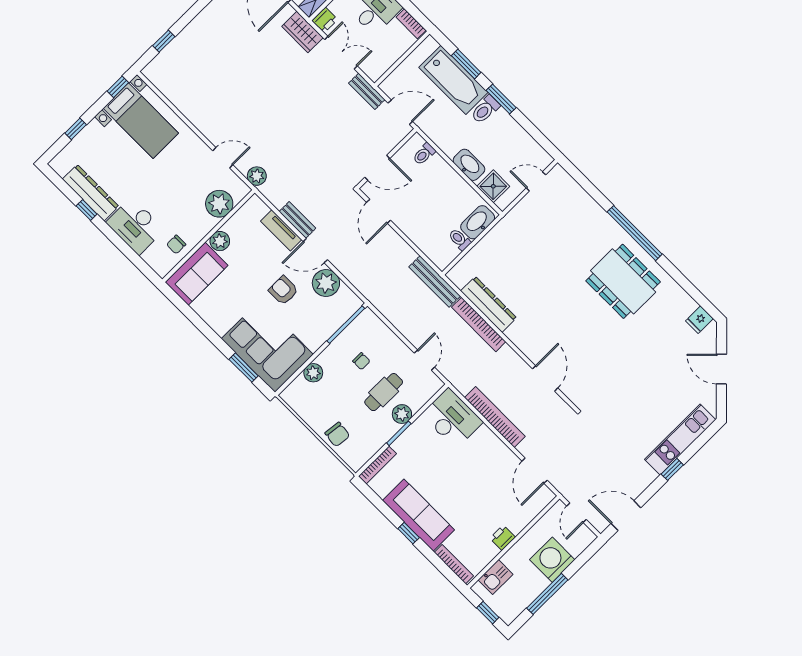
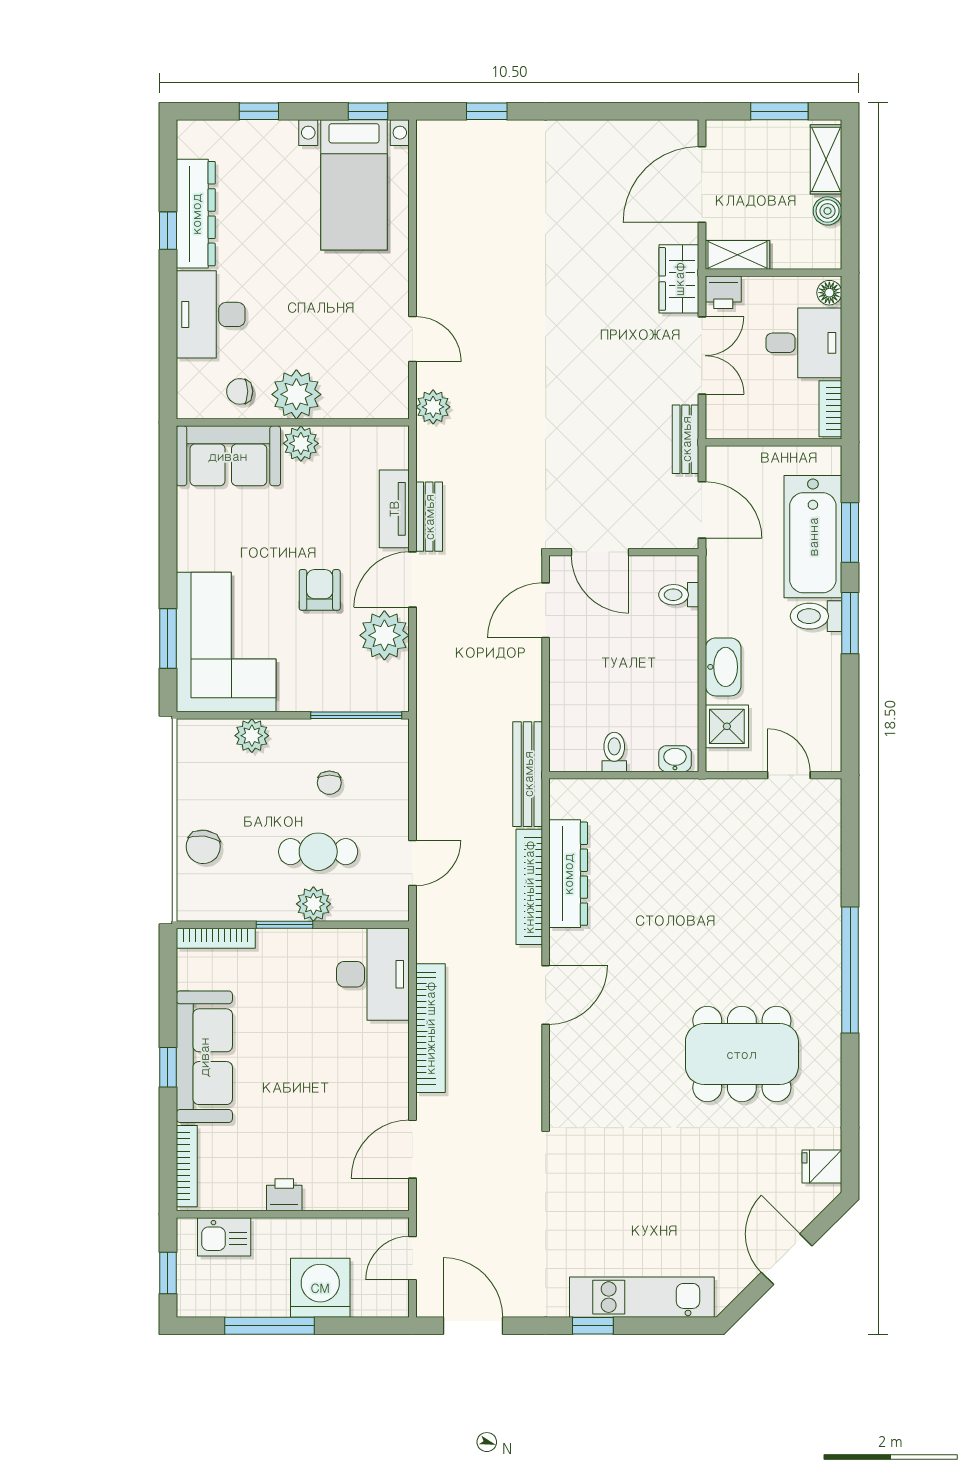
plant: (219, 204) -> (296, 394), moved
washbasin: (478, 222) -> (675, 759), width x0.52, depth x0.69
door: (315, 251) -> (413, 580), hinge flipped
dining table: (623, 281) -> (742, 1054), moved, turned 90
door: (545, 378) -> (546, 995), moved

